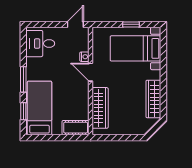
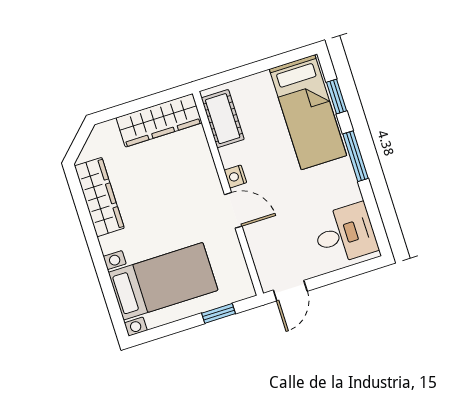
window: (131, 24) -> (219, 313), moved
nightstand: (84, 57) -> (235, 176), moved
wardrobe: (100, 108) -> (159, 120), moved, turned -90
cot: (76, 128) -> (223, 119), moved, turned 90

